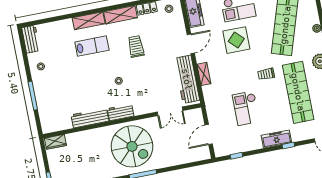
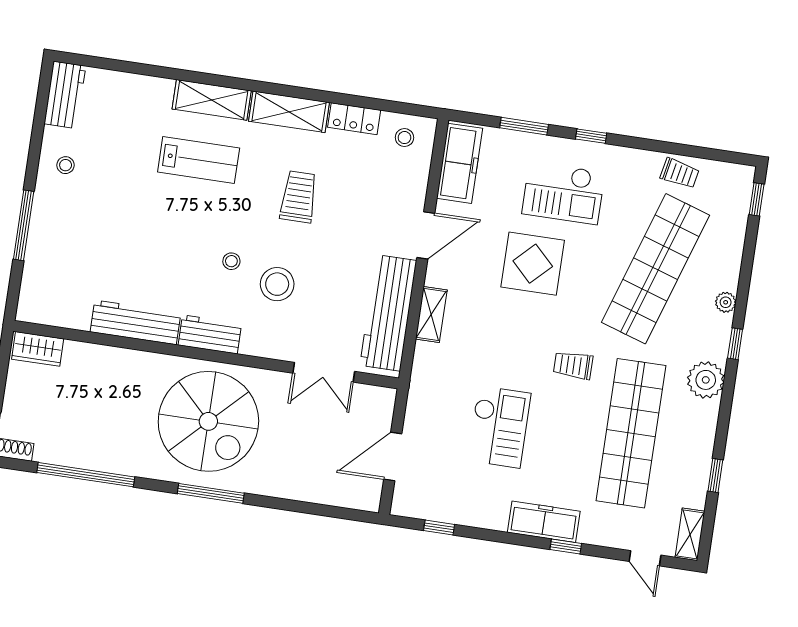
stool: (140, 83) -> (277, 284), added
checkout: (246, 108) -> (499, 427), turned 180

